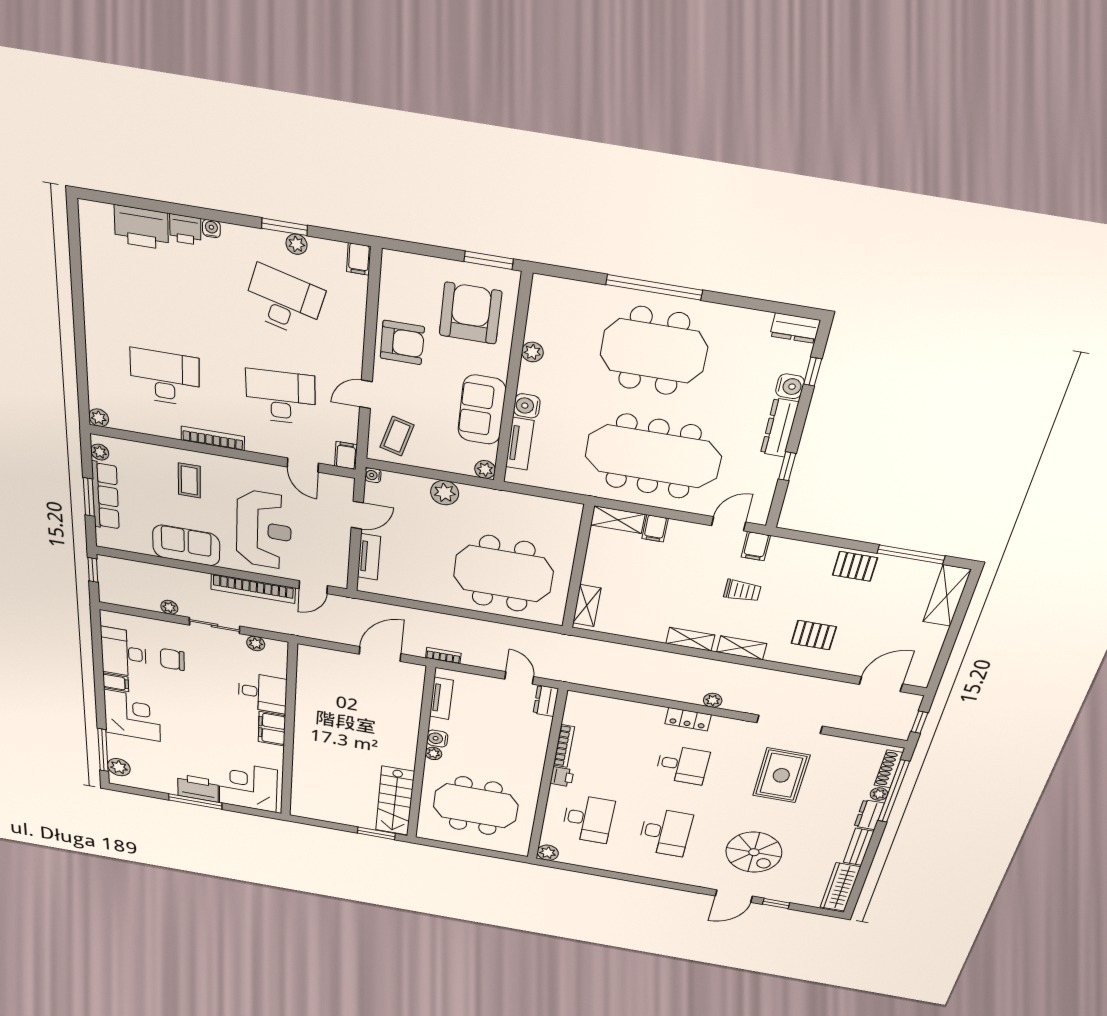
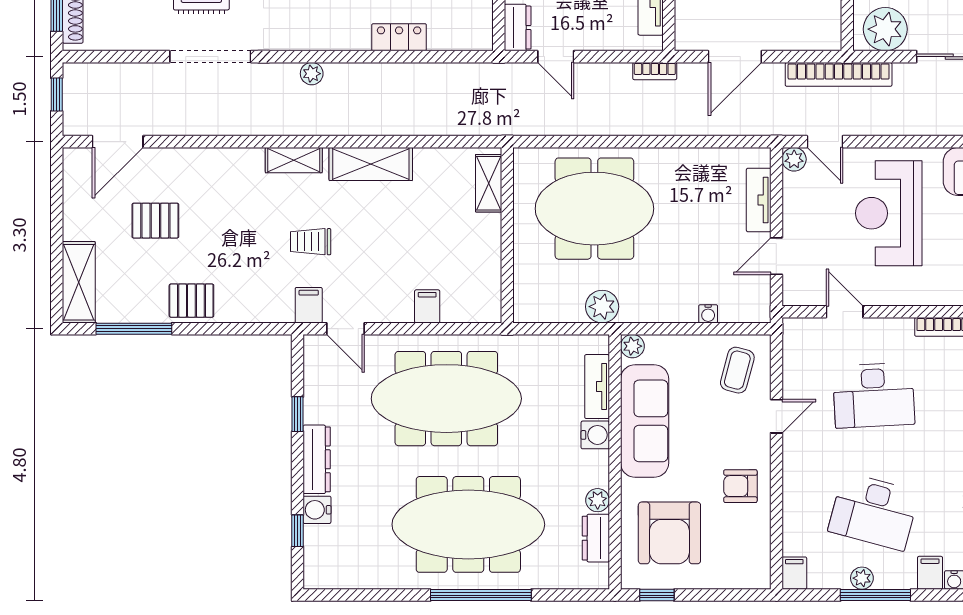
window: (284, 227) -> (875, 595), width x1.44
window: (489, 260) -> (657, 595), width x0.67
dresser: (795, 328) -> (596, 538), moved, turned -90
armchair: (402, 342) -> (740, 486), width x0.72, depth x0.72
meeting table: (654, 351) -> (468, 524), width x1.36
sofa: (482, 410) -> (645, 421), width x1.36
filing cabinet: (346, 455) -> (930, 573), moved, turned 180
water cooler: (373, 475) -> (708, 314), moved, turned 90
plant: (445, 493) -> (602, 307), moved
shelving: (618, 520) -> (472, 310), removed
door: (729, 524) -> (345, 329), hinge flipped
plant: (338, 580) -> (794, 159), added
door: (313, 587) -> (825, 142), swing flipped
bookcase: (253, 589) -> (839, 74), moved, turned 180
pallet: (814, 635) -> (155, 221), moved
shelving: (690, 639) -> (371, 164), width x1.50, depth x1.33
plant: (256, 643) -> (885, 29), width x1.88, depth x1.88
locker: (688, 719) -> (399, 37), moved

